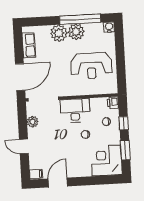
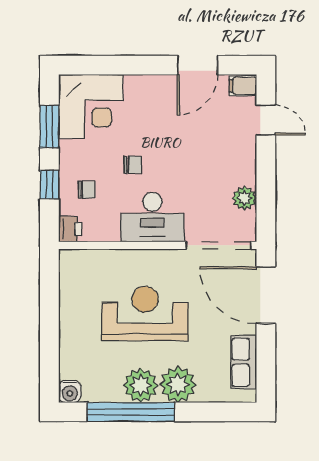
reception desk: (91, 66) -> (145, 313), moved
door: (20, 77) -> (266, 295), hinge flipped
door: (24, 146) -> (266, 120), moved

